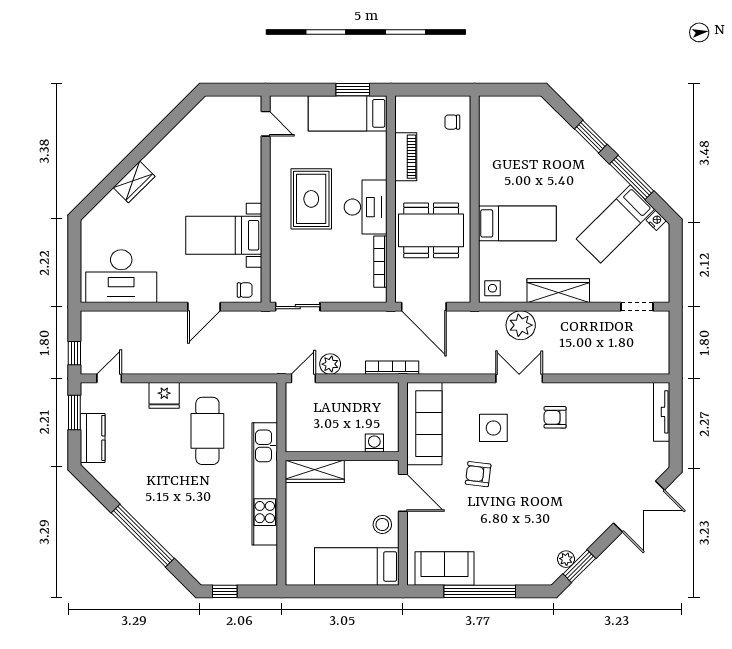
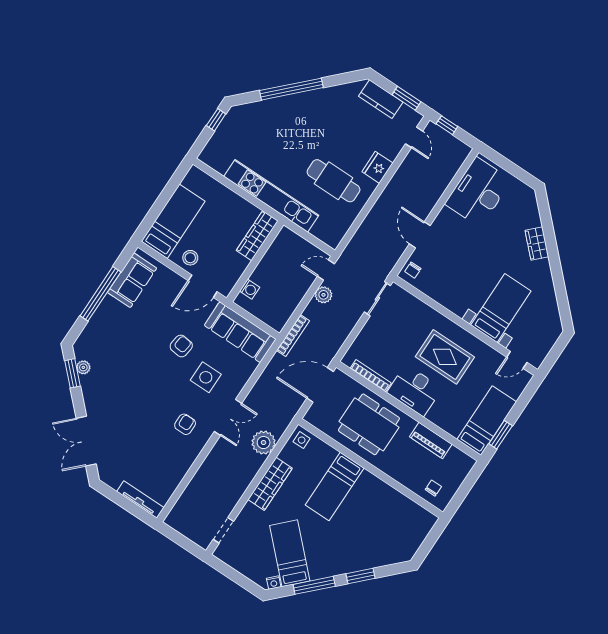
dining table: (431, 230) -> (369, 424), turned 90
bed with nightstands: (224, 235) -> (501, 308), moved
door: (303, 378) -> (326, 270), swing flipped

